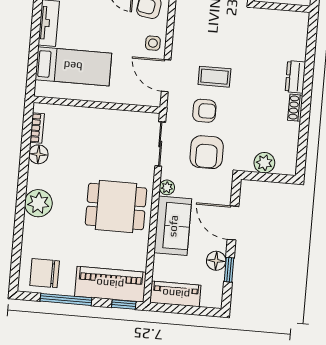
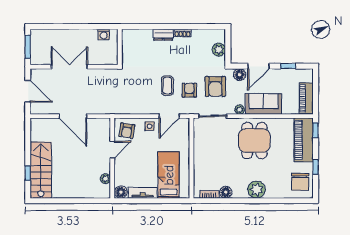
armchair: (207, 152) -> (215, 86), turned 90
floor lamp: (216, 261) -> (240, 75), moved
window: (66, 299) -> (316, 167), width x0.46

